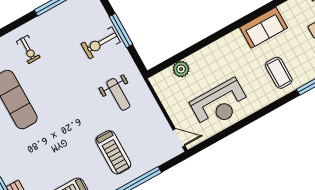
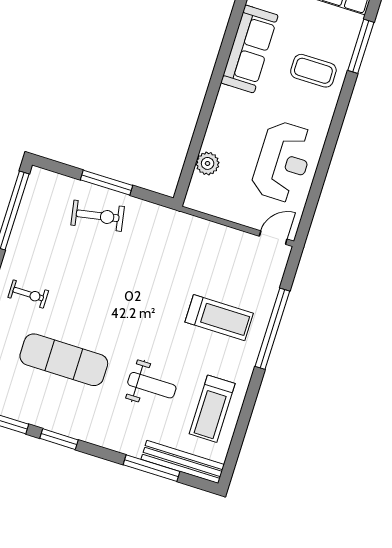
sofa: (263, 28) -> (249, 49), width x1.36
exercise bike: (101, 43) -> (98, 216), turned -100
weight bench: (118, 94) -> (152, 385), moved

